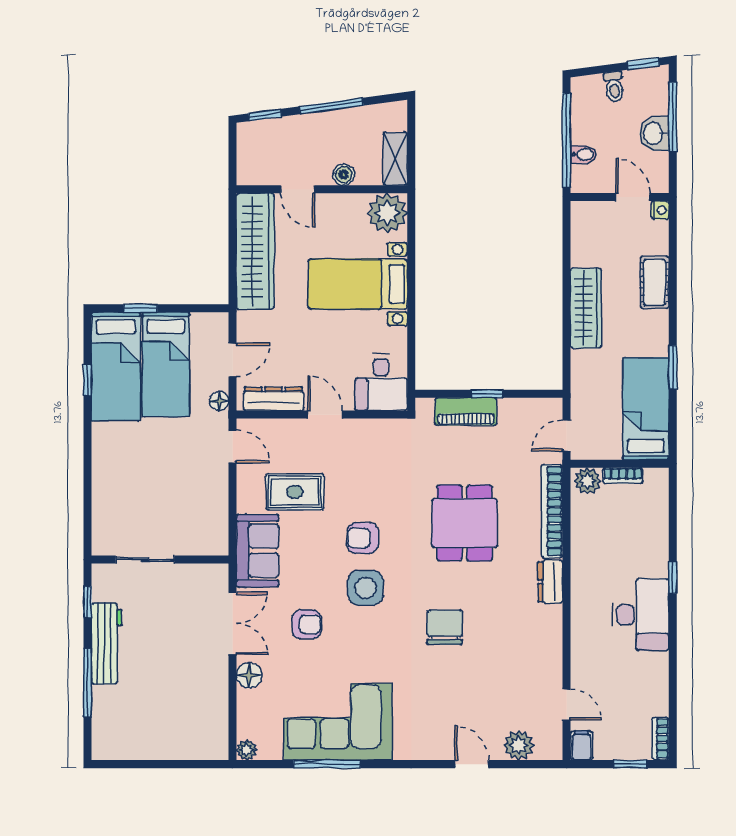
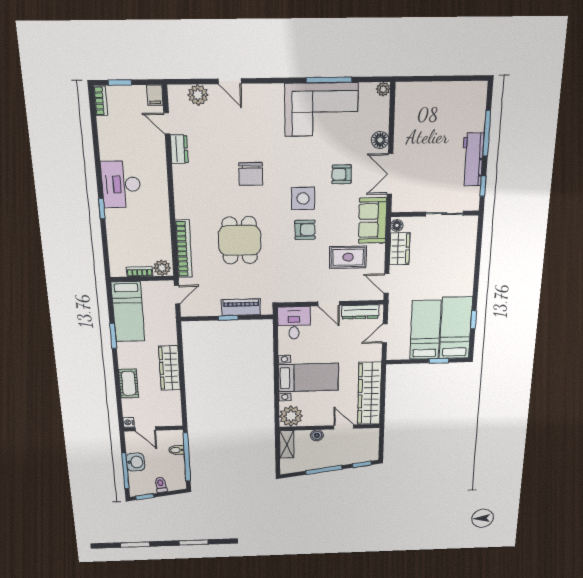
floor lamp: (219, 401) -> (397, 225), moved
wardrobe: (213, 504) -> (400, 249), added
dresser: (550, 582) -> (179, 149), moved

